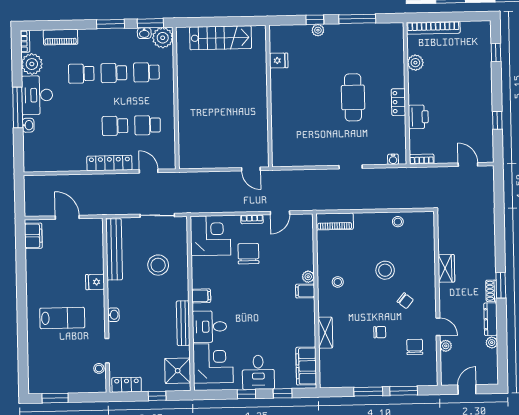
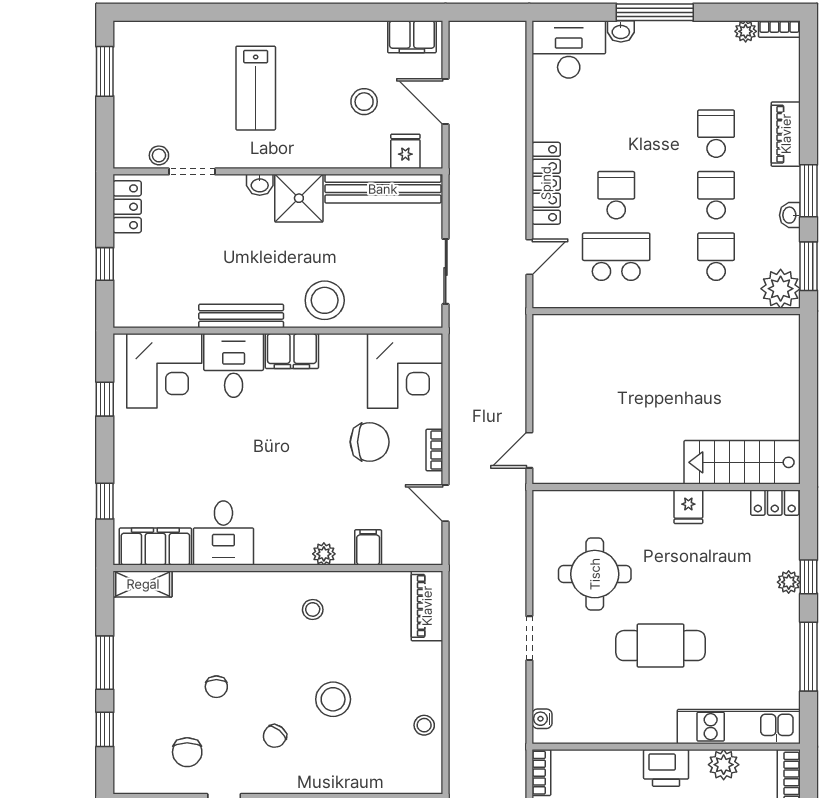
washbasin: (144, 33) -> (790, 215), moved
piano: (61, 37) -> (786, 134), moved
stairs: (221, 38) -> (742, 462), moved, turned 90
kitchen unit: (395, 55) -> (739, 727), added
fridge: (279, 61) -> (688, 507), moved
plant: (32, 64) -> (746, 31), width x0.53, depth x0.53
desk: (37, 95) -> (569, 49), moved
locker: (398, 102) -> (775, 503), moved, turned 180
printer: (418, 117) -> (666, 768), moved
school desk: (148, 125) -> (616, 257), width x1.85
round table: (316, 133) -> (595, 574), added
door: (67, 217) -> (446, 102), swing flipped
stool: (68, 260) -> (364, 102), added
stool: (158, 265) -> (325, 300), moved
fridge: (95, 282) -> (405, 151), moved
filing cabinet: (305, 291) -> (368, 547), moved
filing cabinet: (201, 296) -> (292, 351), width x2.00
shelving: (325, 333) -> (143, 584), moved
chair: (415, 347) -> (187, 752), turned 90
shower: (178, 371) -> (299, 198), moved
desk: (258, 372) -> (223, 533), moved, turned -90
window: (404, 391) -> (105, 729), width x0.67
window: (246, 394) -> (105, 399), moved

